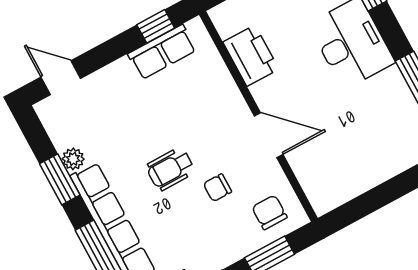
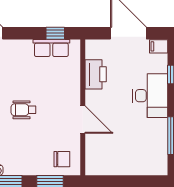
chair: (217, 188) -> (42, 132), removed
chair: (269, 212) -> (62, 159), turned 90

